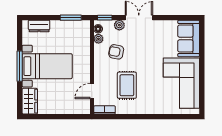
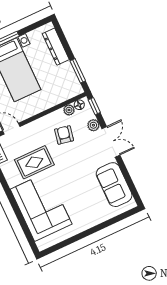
dresser: (39, 26) -> (56, 47), width x1.44
sofa: (189, 38) -> (114, 185), moved, turned -90
corner sofa: (181, 83) -> (41, 207), moved, turned 90

